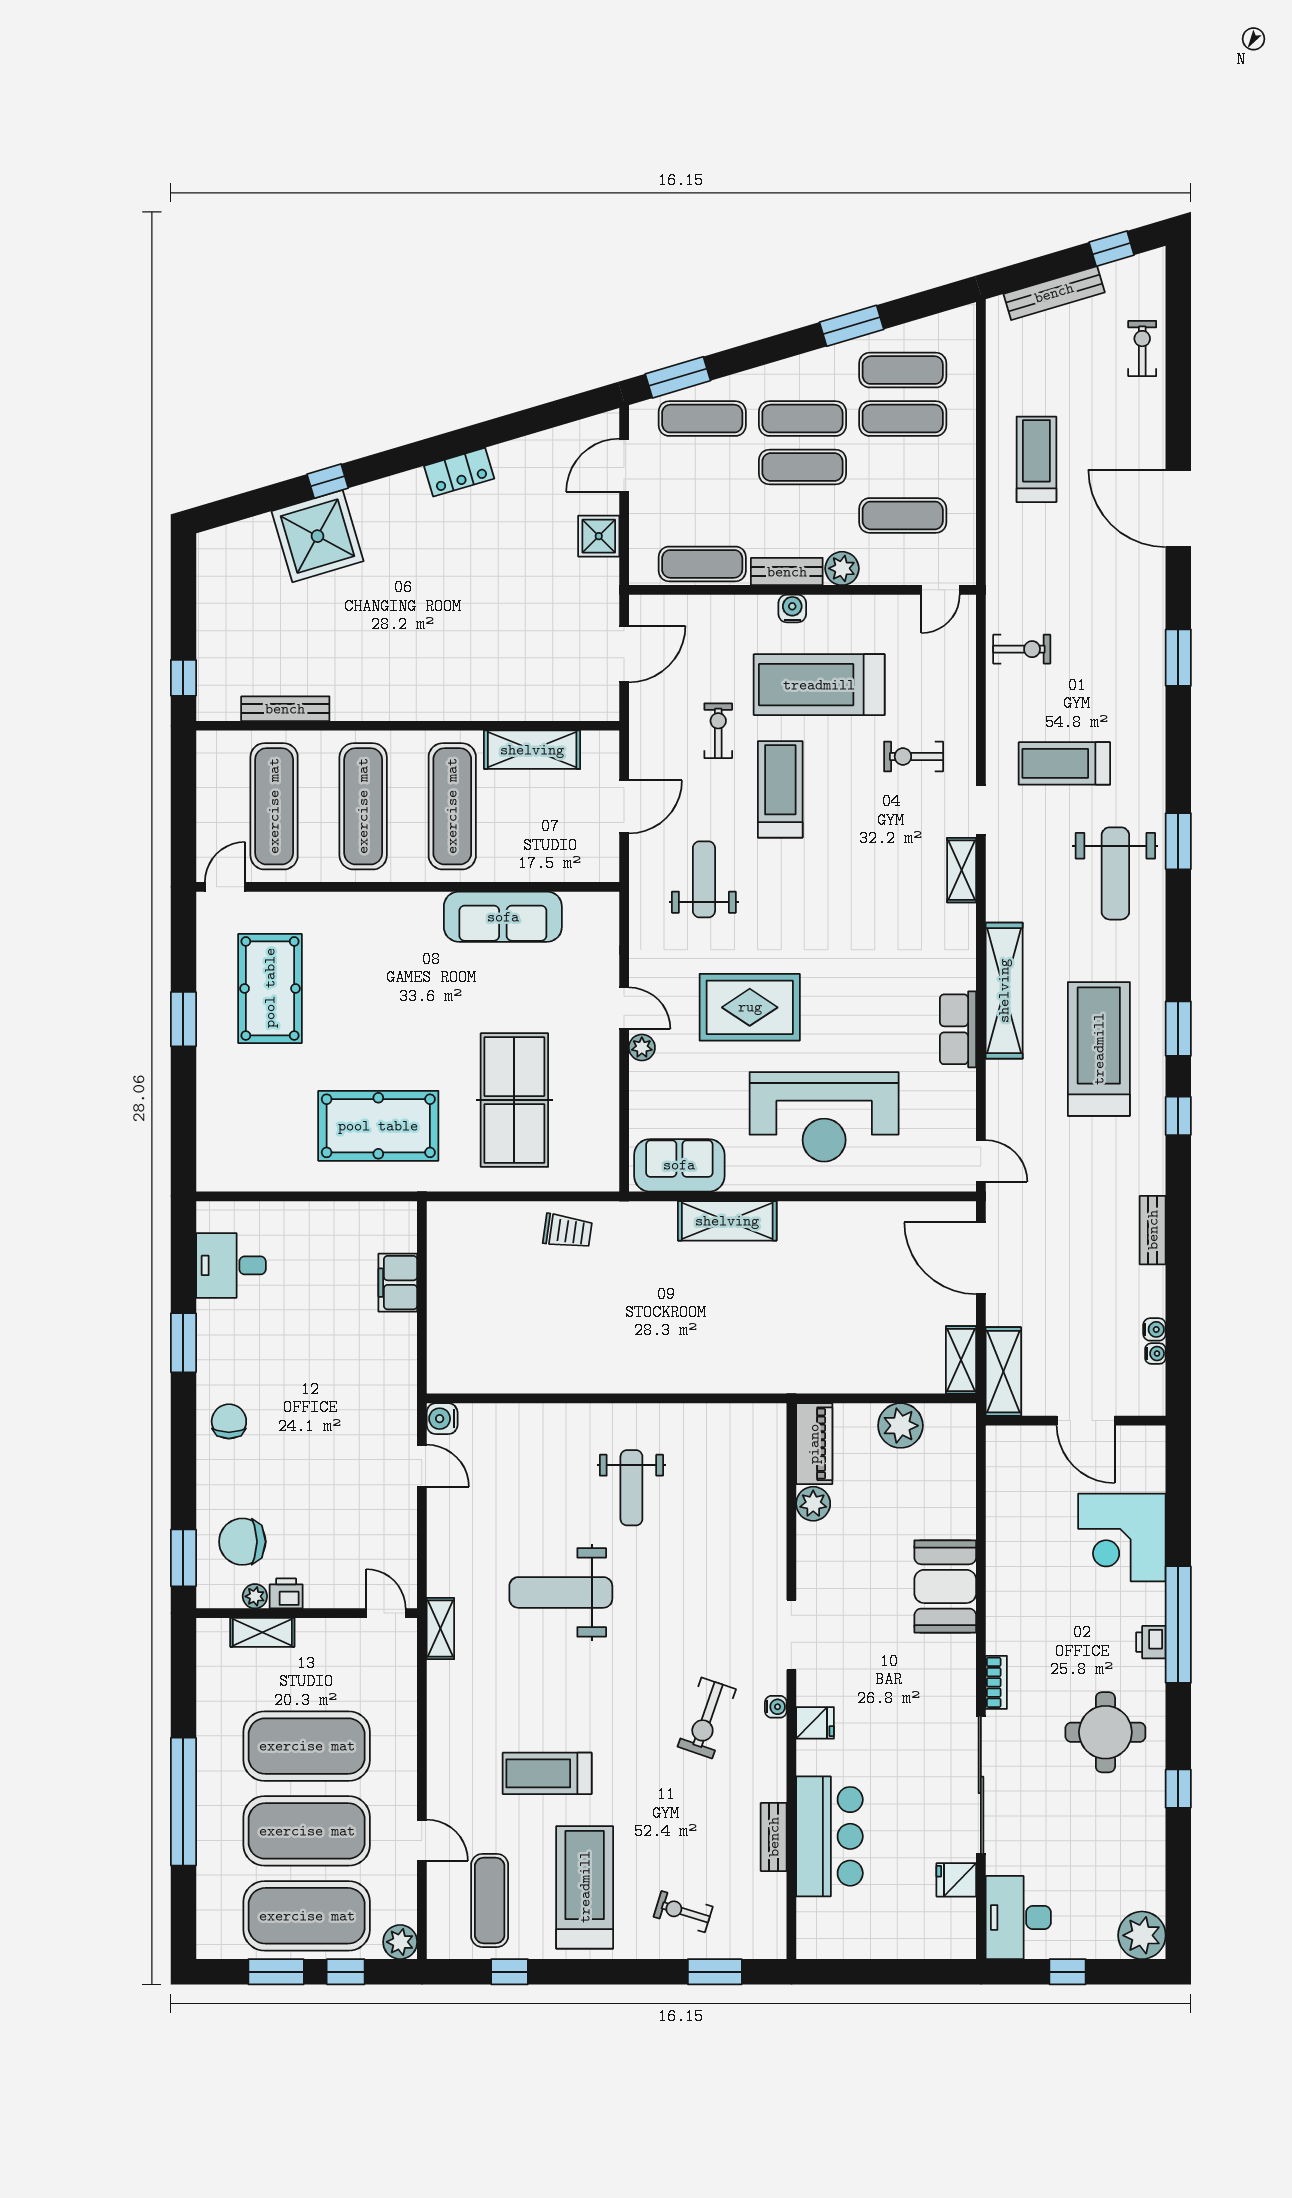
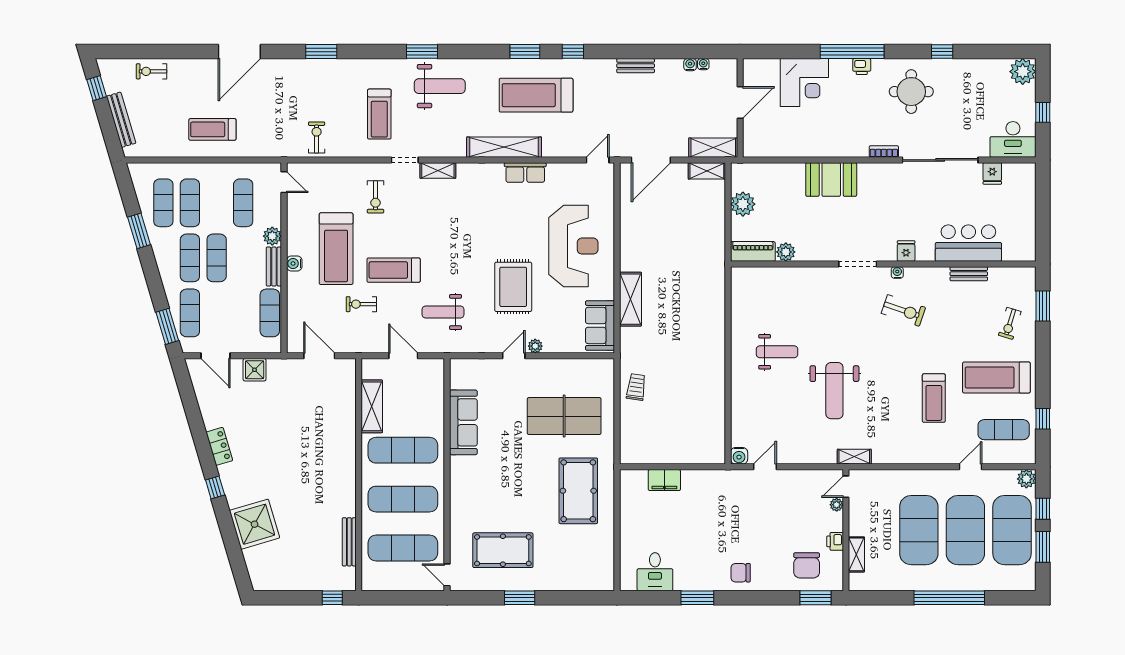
window: (328, 481) -> (215, 487), moved
plant: (255, 1596) -> (837, 505), moved

